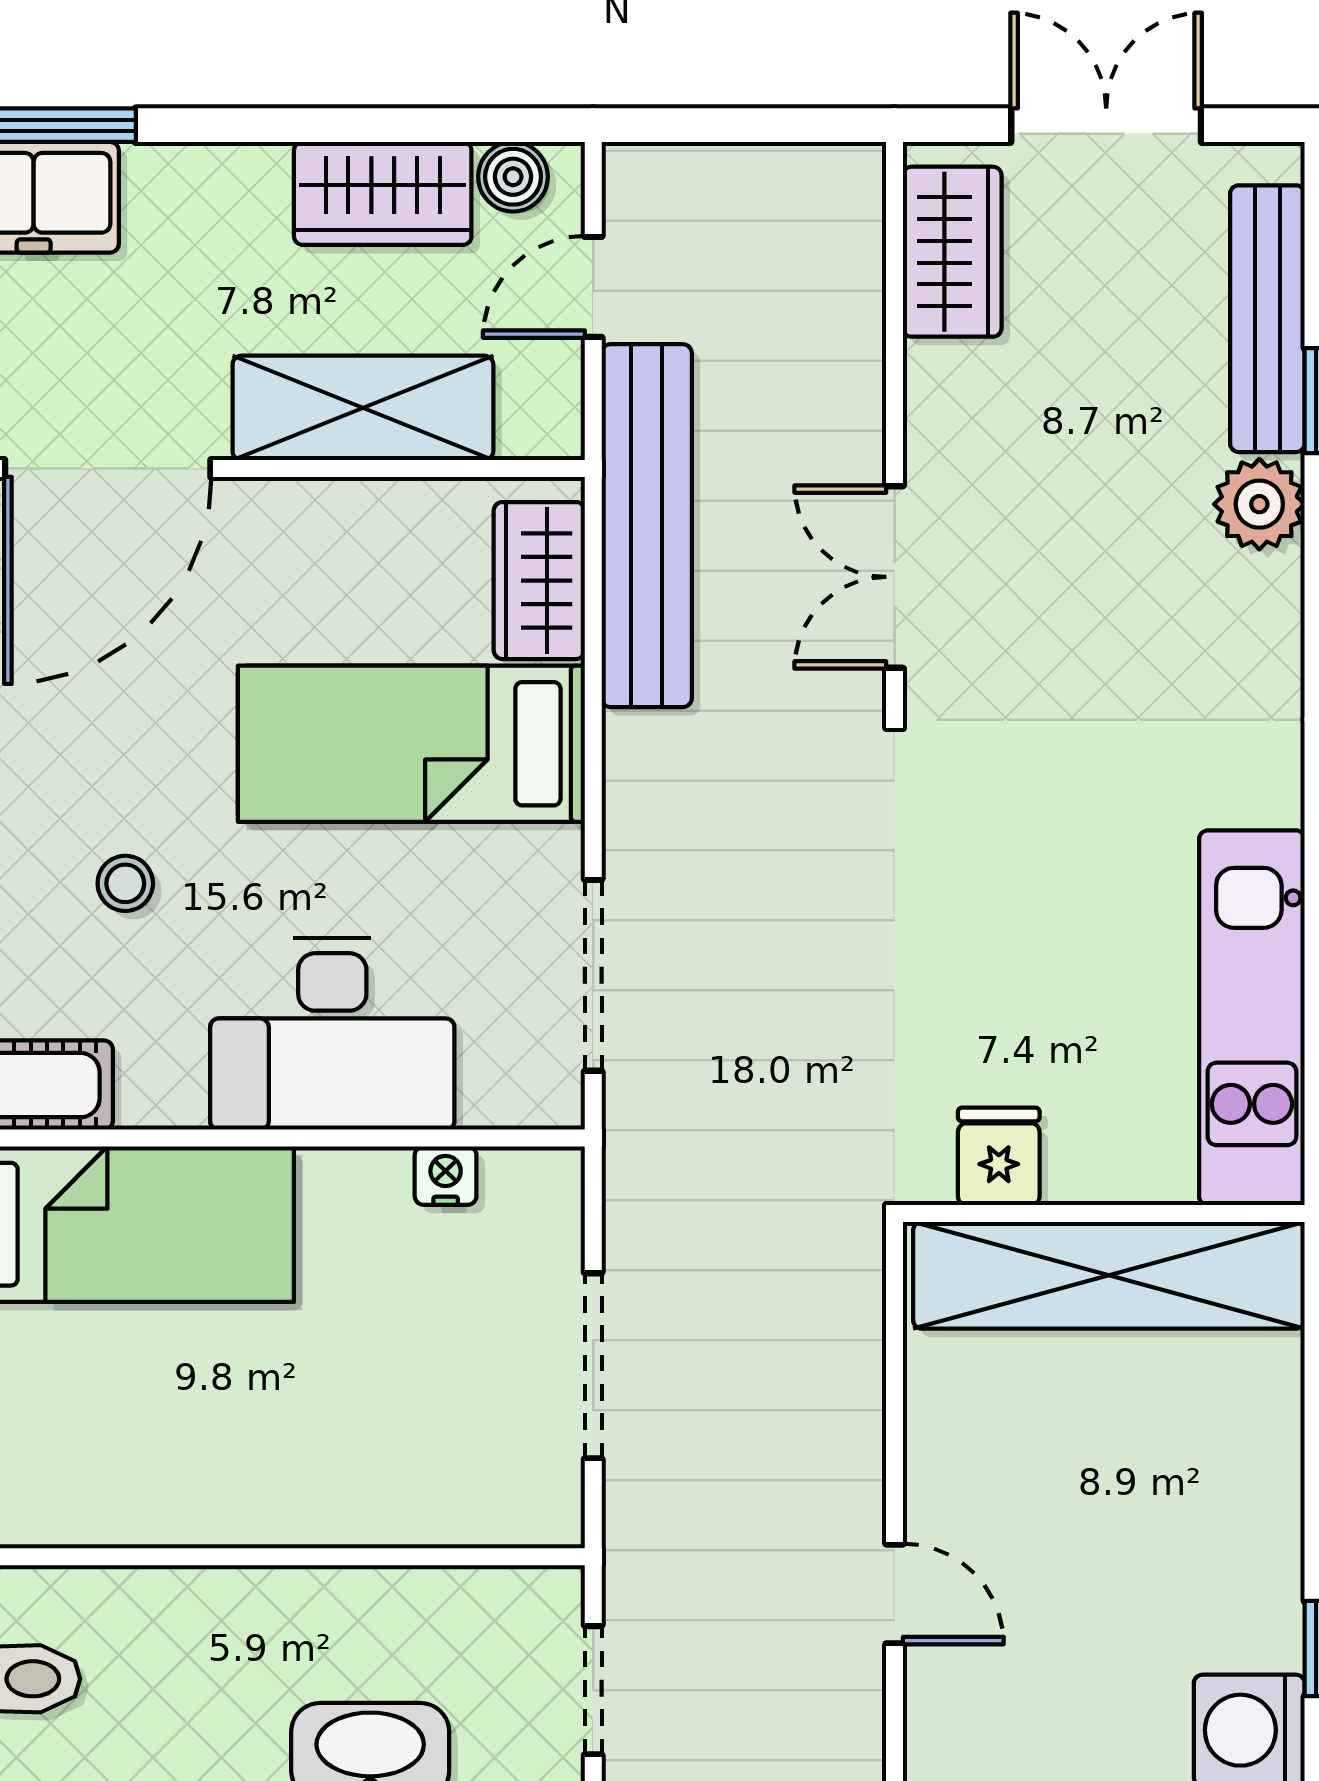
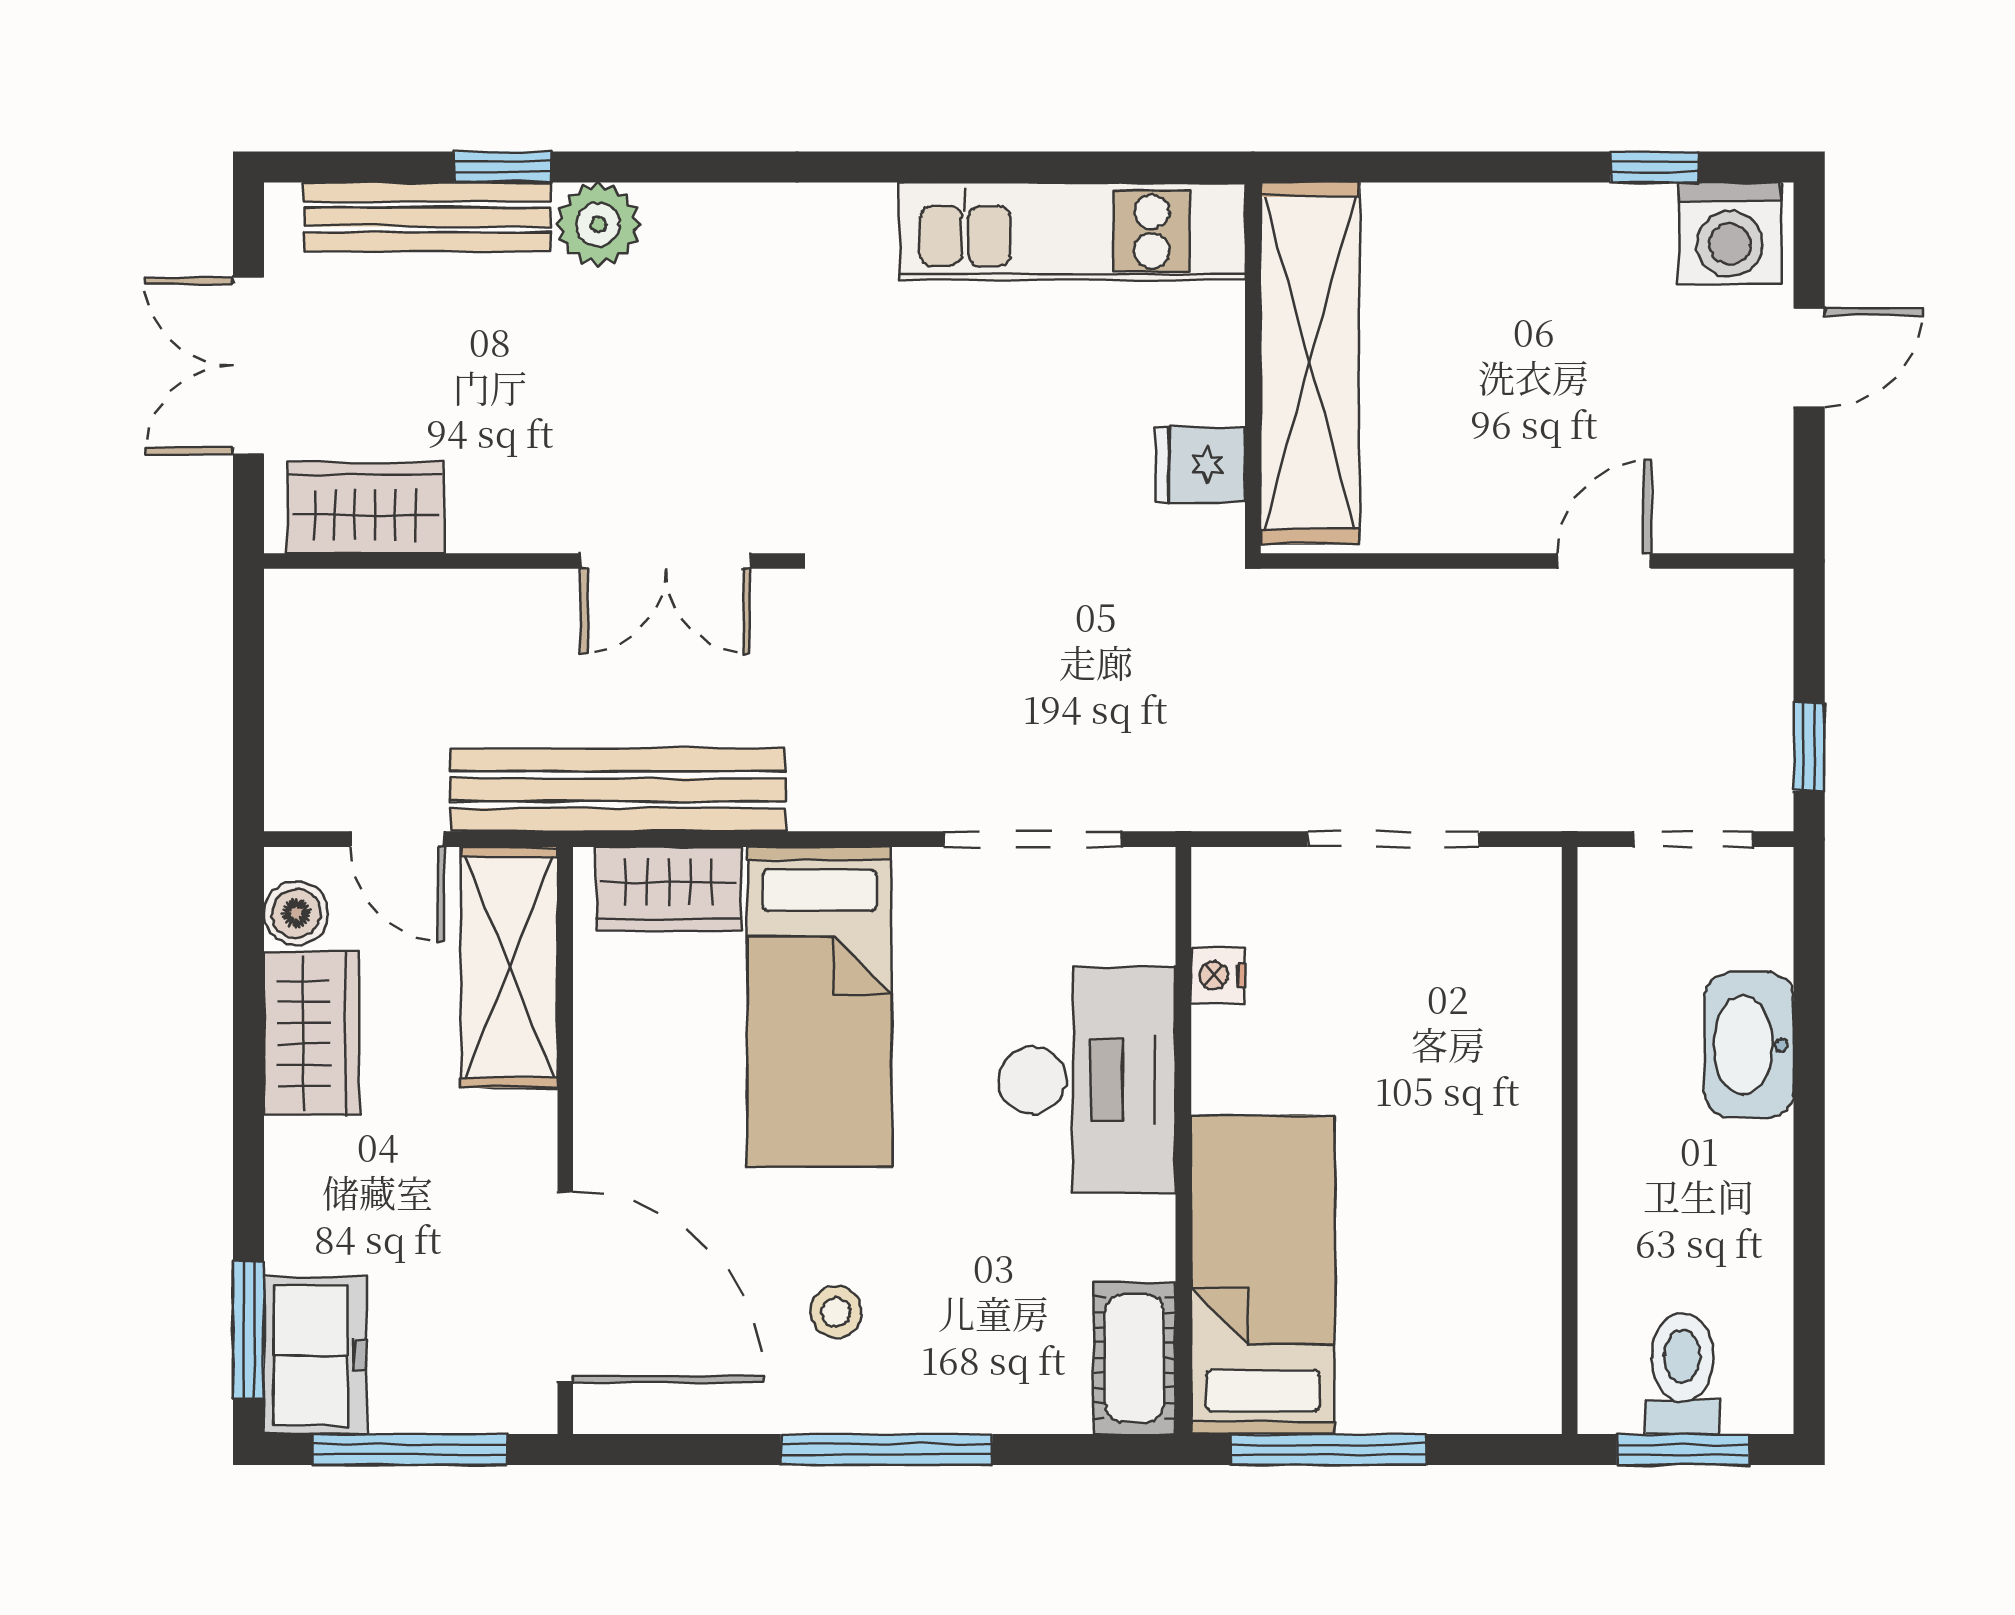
shelving: (363, 408) -> (509, 967), moved
stool: (125, 883) -> (836, 1312), moved

